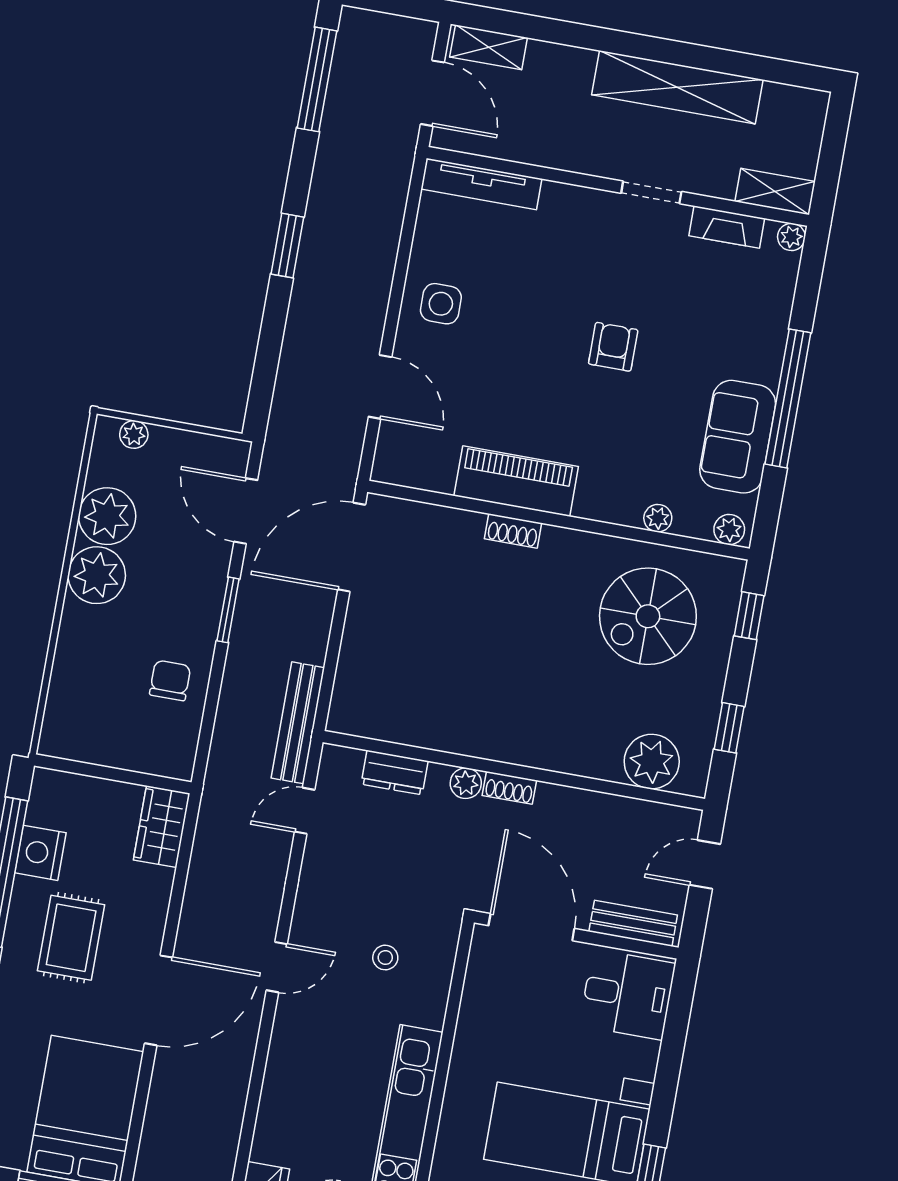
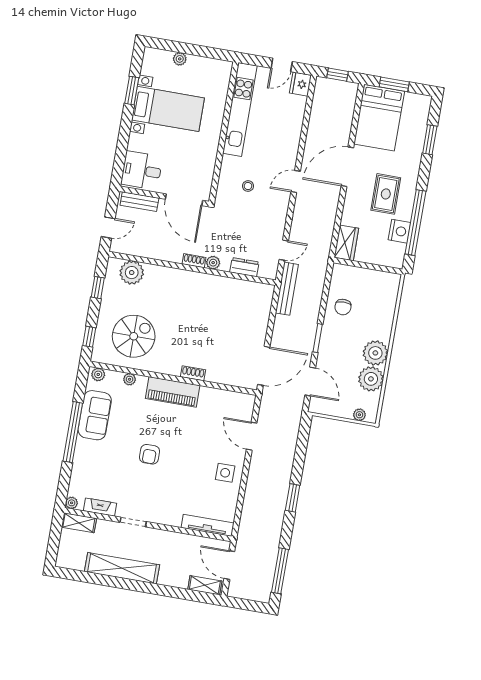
piano: (516, 481) -> (173, 392), moved

